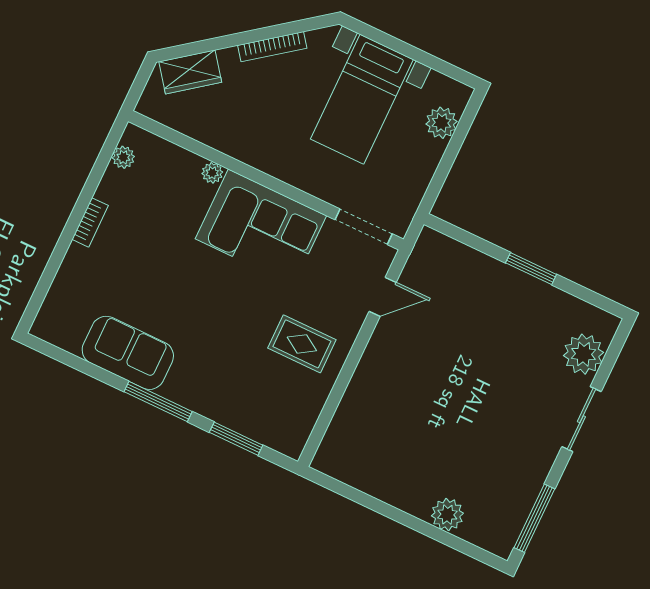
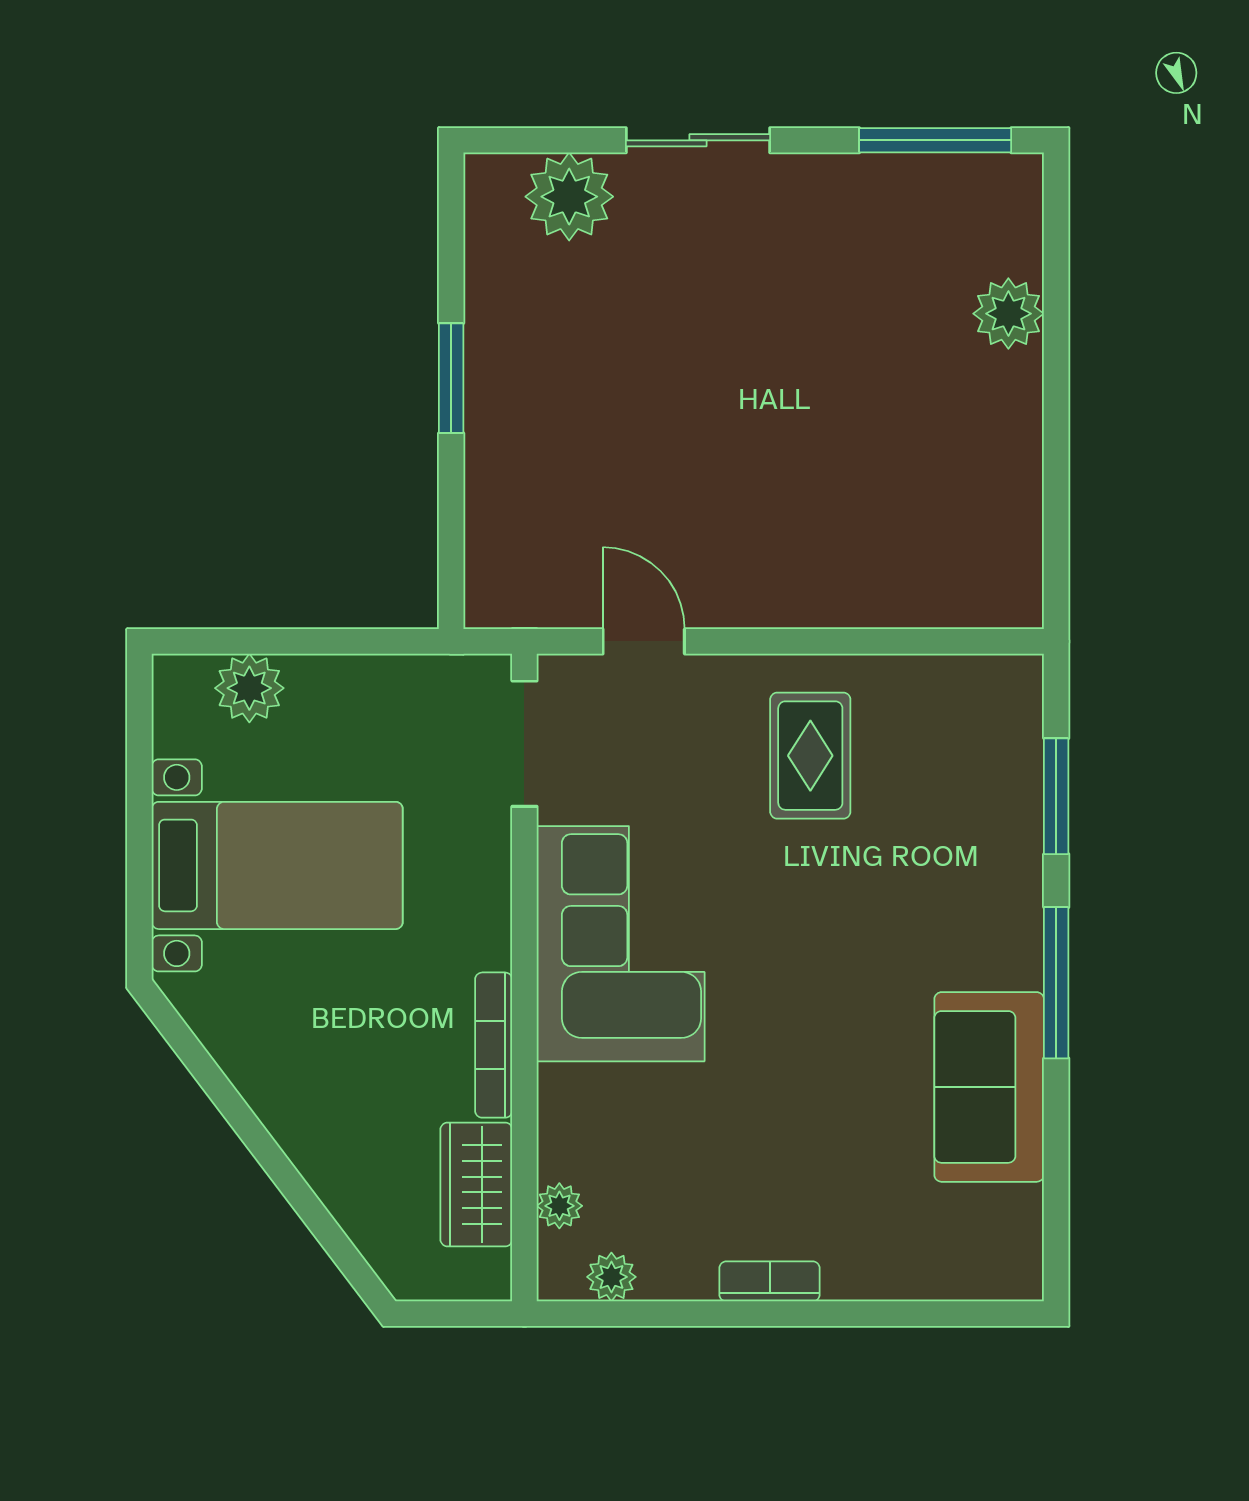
bookcase: (272, 47) -> (494, 1045), moved, turned -143
wardrobe: (190, 72) -> (476, 1185), moved, turned -143
plant: (212, 173) -> (559, 1206), moved

